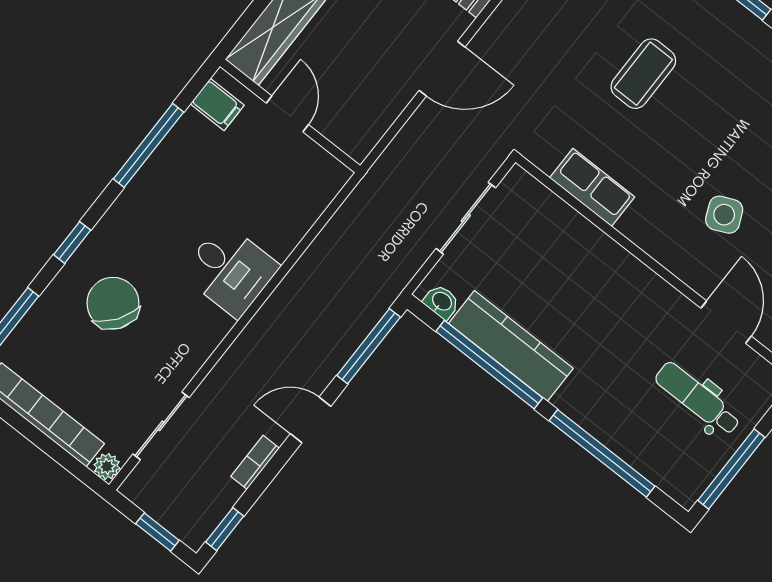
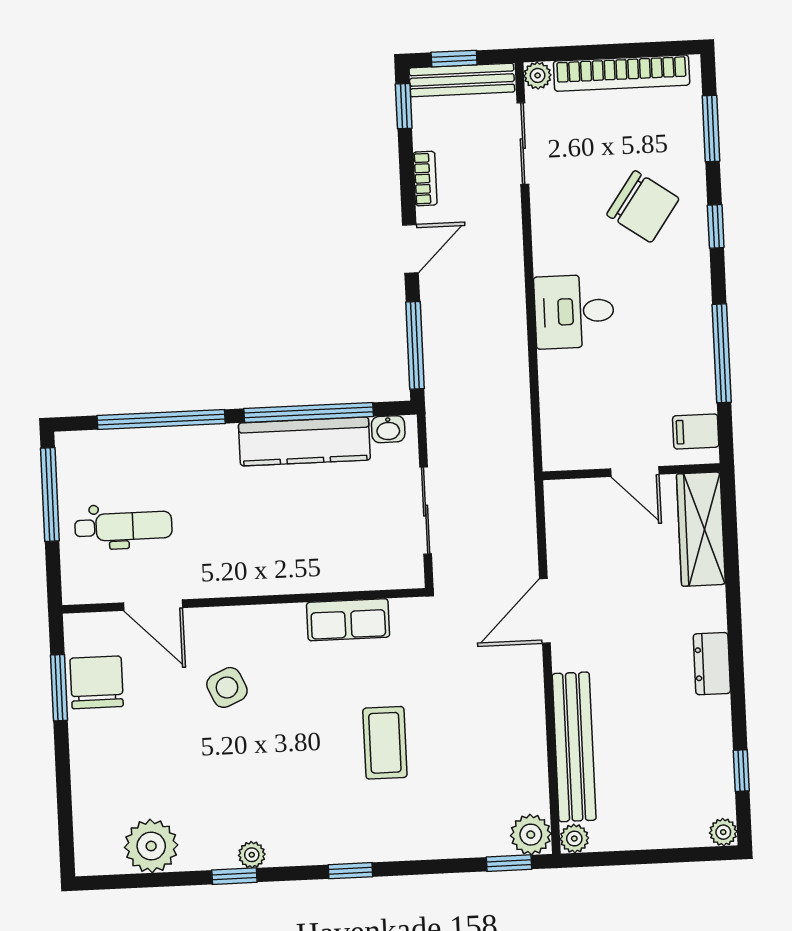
bench: (165, 511) -> (462, 80), added

